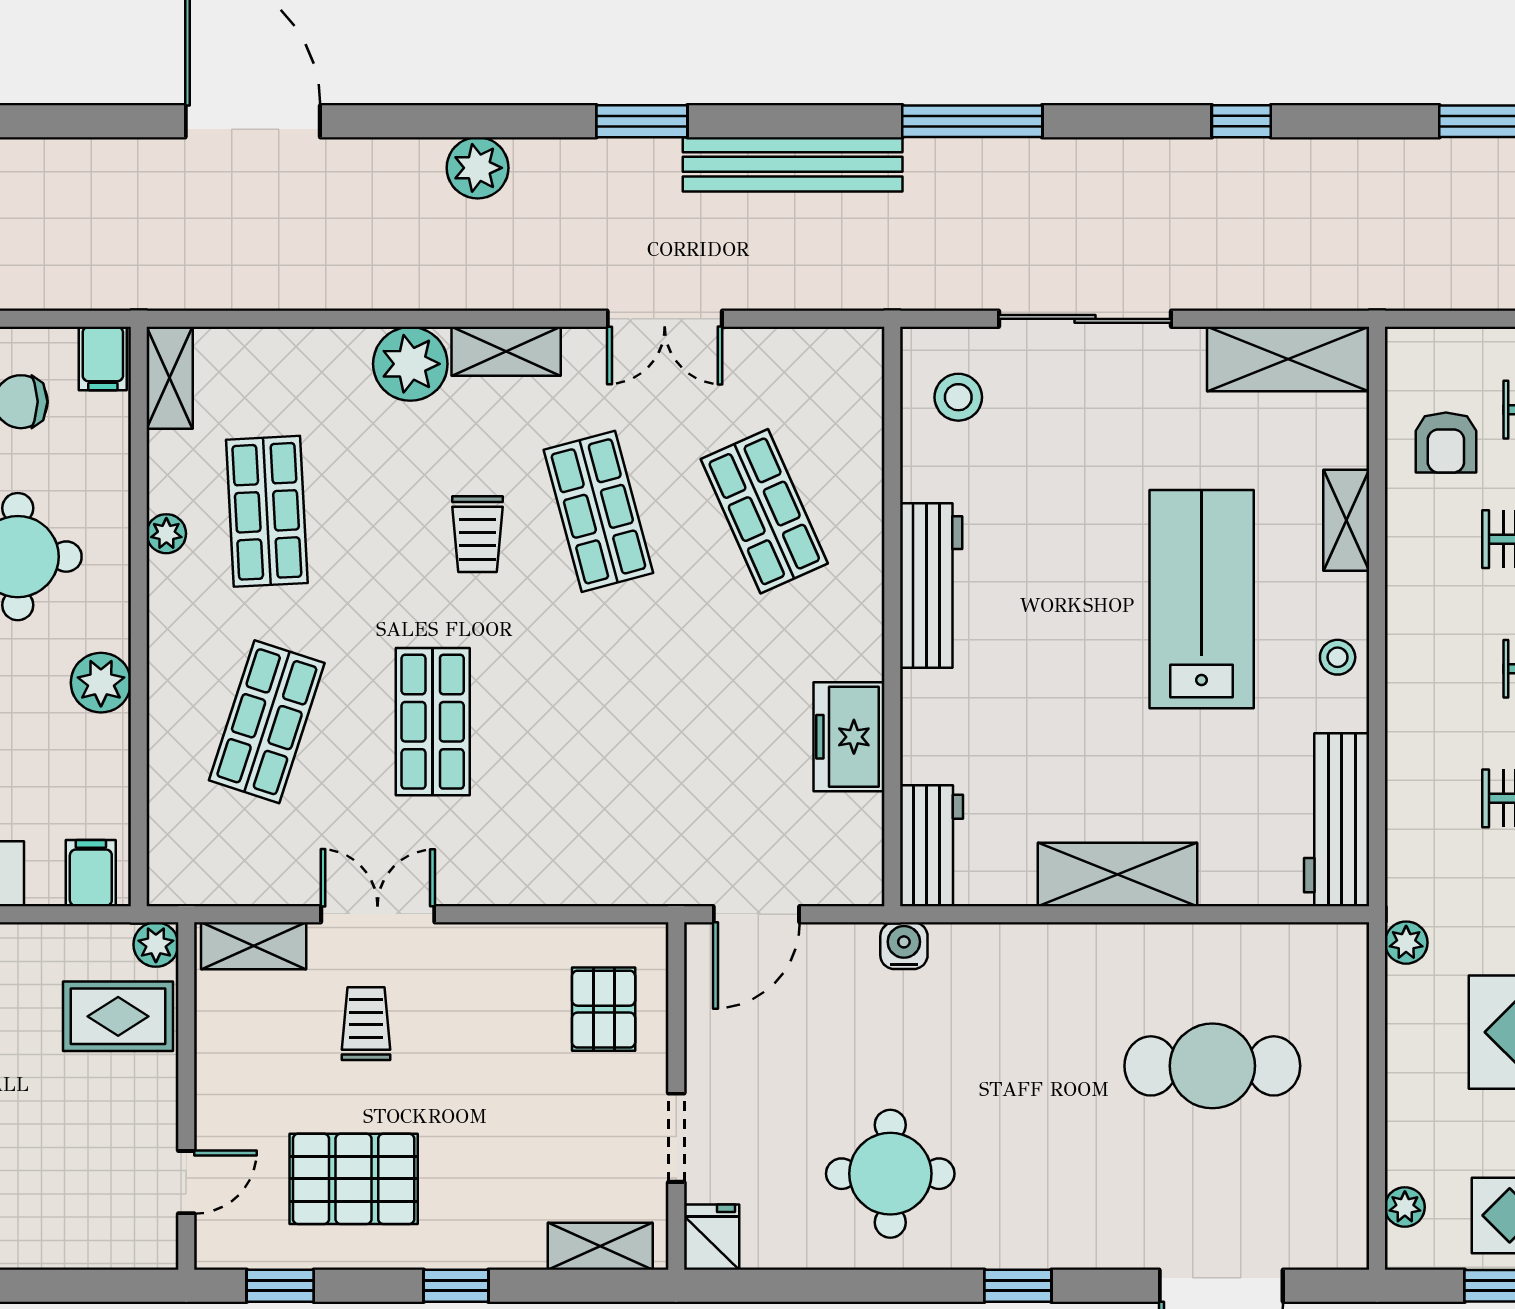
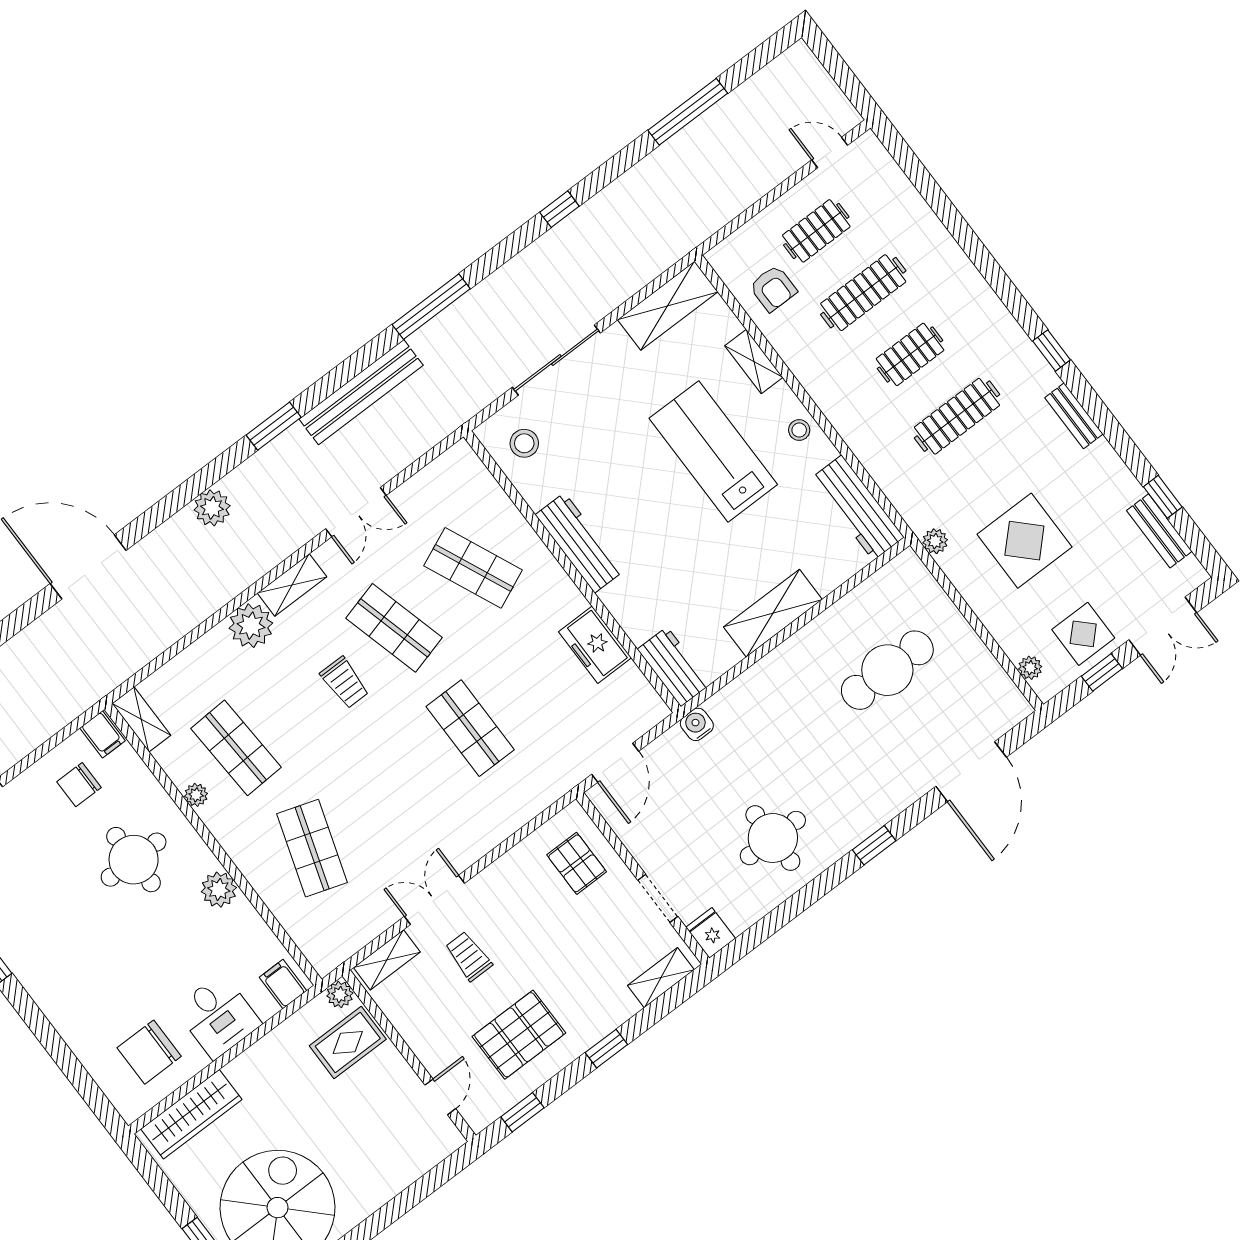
shop shelf: (433, 722) -> (470, 728), moved

